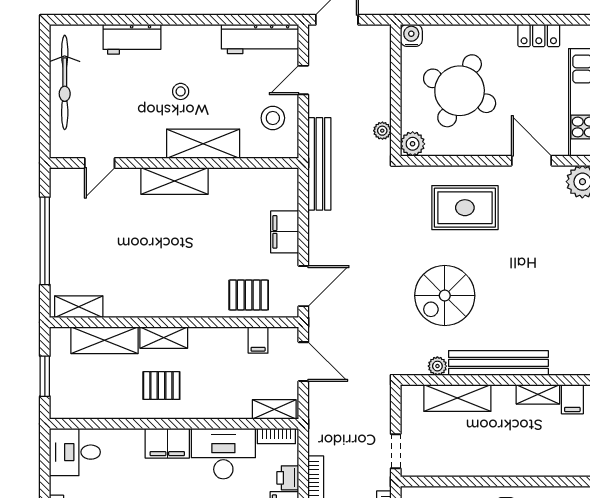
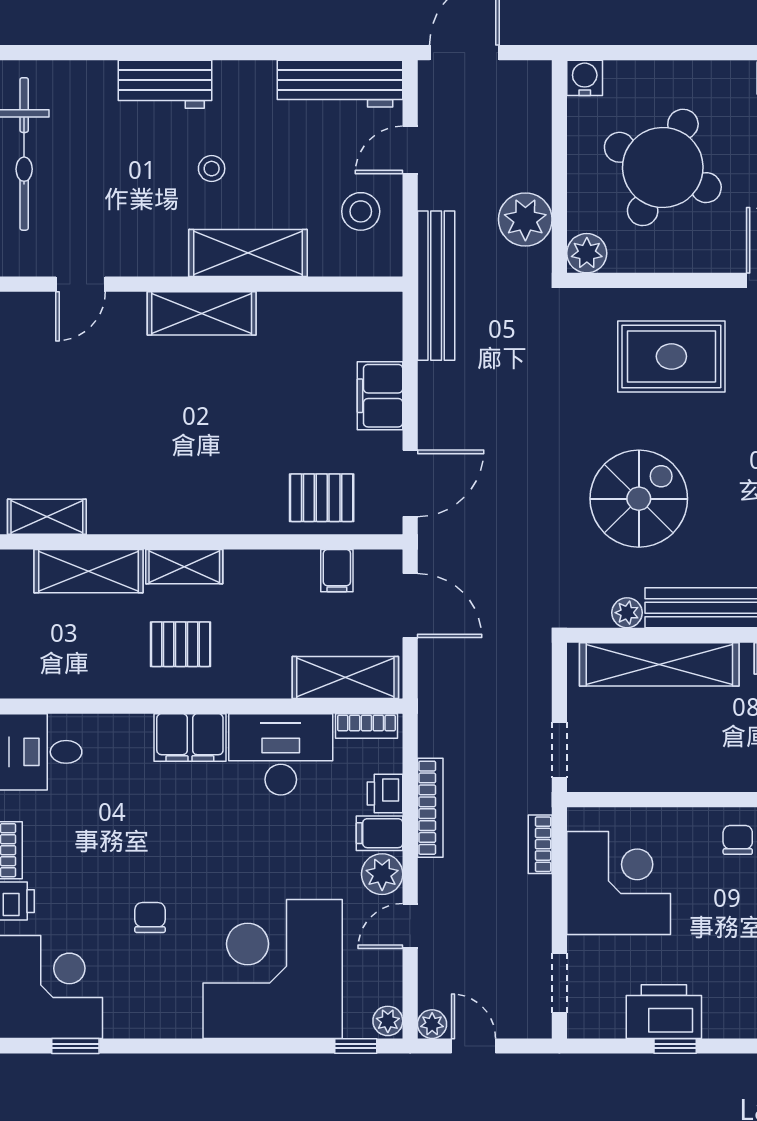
workbench: (132, 39) -> (165, 84), moved
plant: (382, 131) -> (525, 219), width x1.87, depth x1.87
spiral stairs: (445, 296) -> (639, 499), turned 180
shelving: (457, 398) -> (659, 664), width x1.47
shelving: (274, 409) -> (345, 677), width x1.50, depth x1.33

